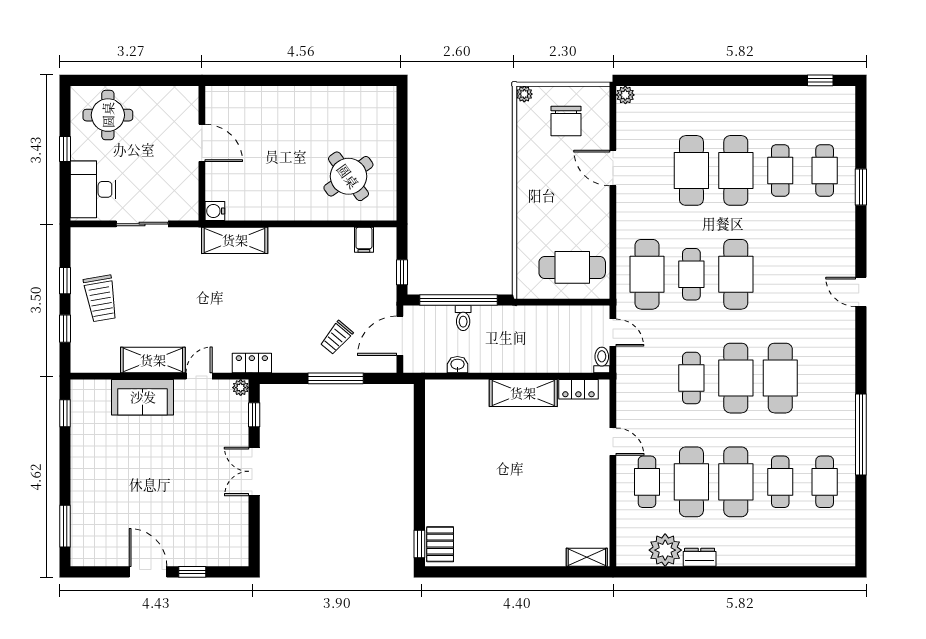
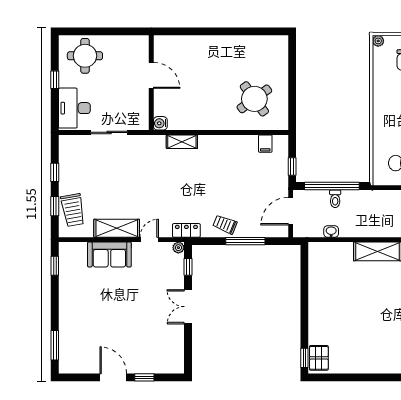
shelving: (235, 240) -> (182, 142), width x0.67, depth x0.75
trolley: (101, 298) -> (73, 210), moved
trolley: (336, 338) -> (225, 224), moved, turned 72

